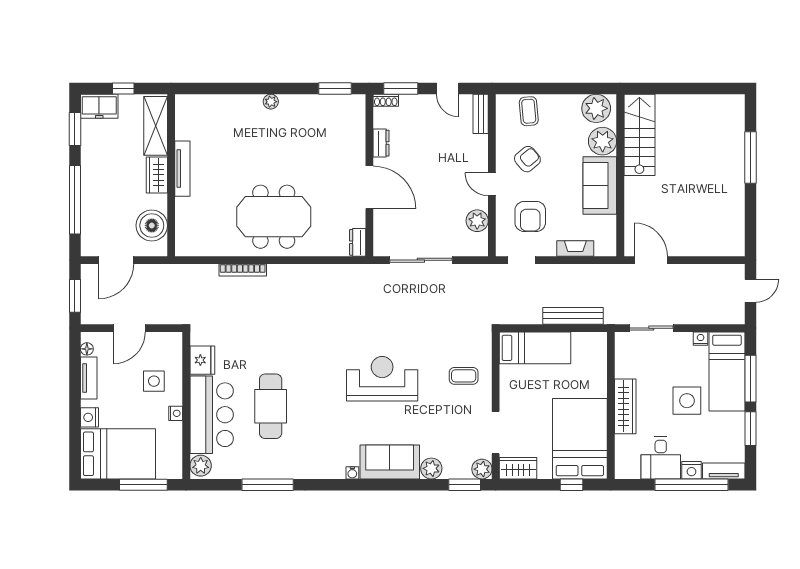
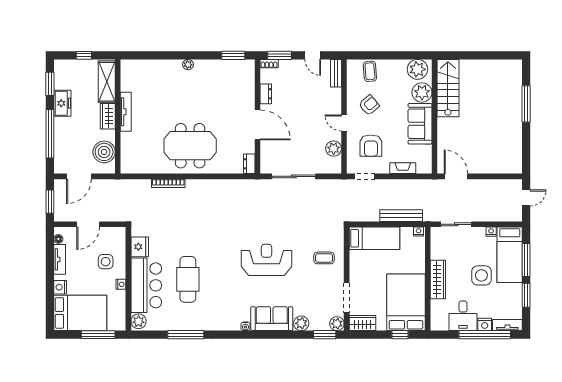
freezer: (99, 106) -> (62, 103), moved, turned -90
nightstand: (598, 338) -> (419, 232), added

